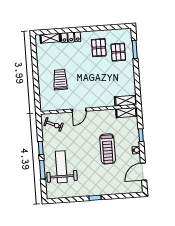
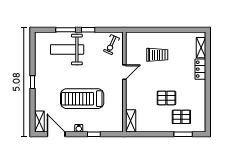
pallet: (99, 48) -> (166, 98), moved
door: (79, 110) -> (124, 72), swing flipped
shelving: (126, 113) -> (39, 121), moved
treadmill: (108, 149) -> (82, 99), width x1.37, depth x1.38
weight bench: (61, 167) -> (67, 50), turned 180

